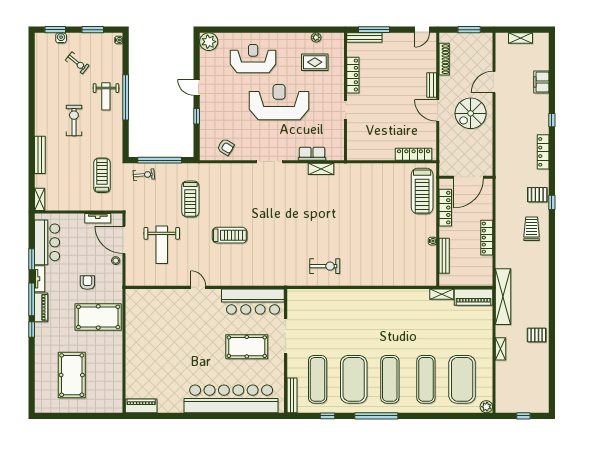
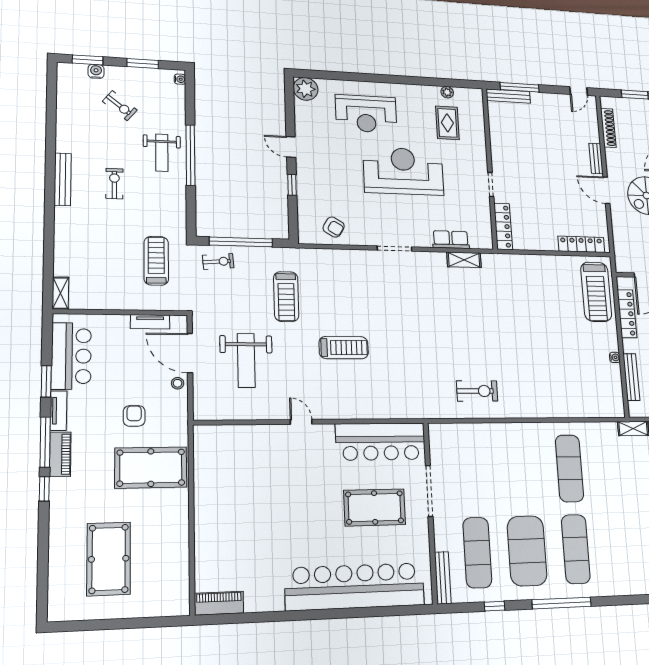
reception desk: (253, 59) -> (366, 114), turned 180
rug: (315, 62) -> (447, 123), turned 90
locker: (353, 75) -> (503, 226), moved
exercise bike: (74, 121) -> (114, 184), width x0.73, depth x0.72
bench: (40, 155) -> (63, 179), moved
exercise mat: (426, 379) -> (569, 468), moved

